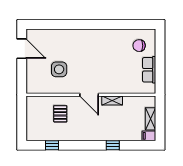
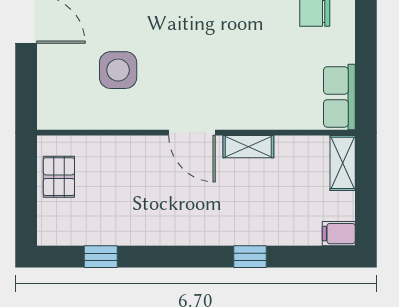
row of seats: (149, 70) -> (339, 97), moved
pallet: (60, 114) -> (59, 177), moved
shelving: (150, 119) -> (343, 163), moved

